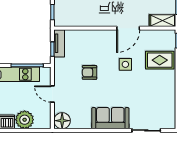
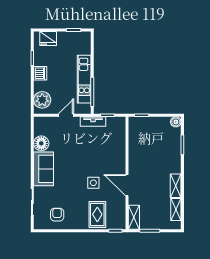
tv unit: (59, 43) -> (93, 122), moved
armchair: (90, 72) -> (57, 215), moved
plant: (25, 120) -> (42, 100), moved
floor lamp: (62, 121) -> (41, 143), moved

